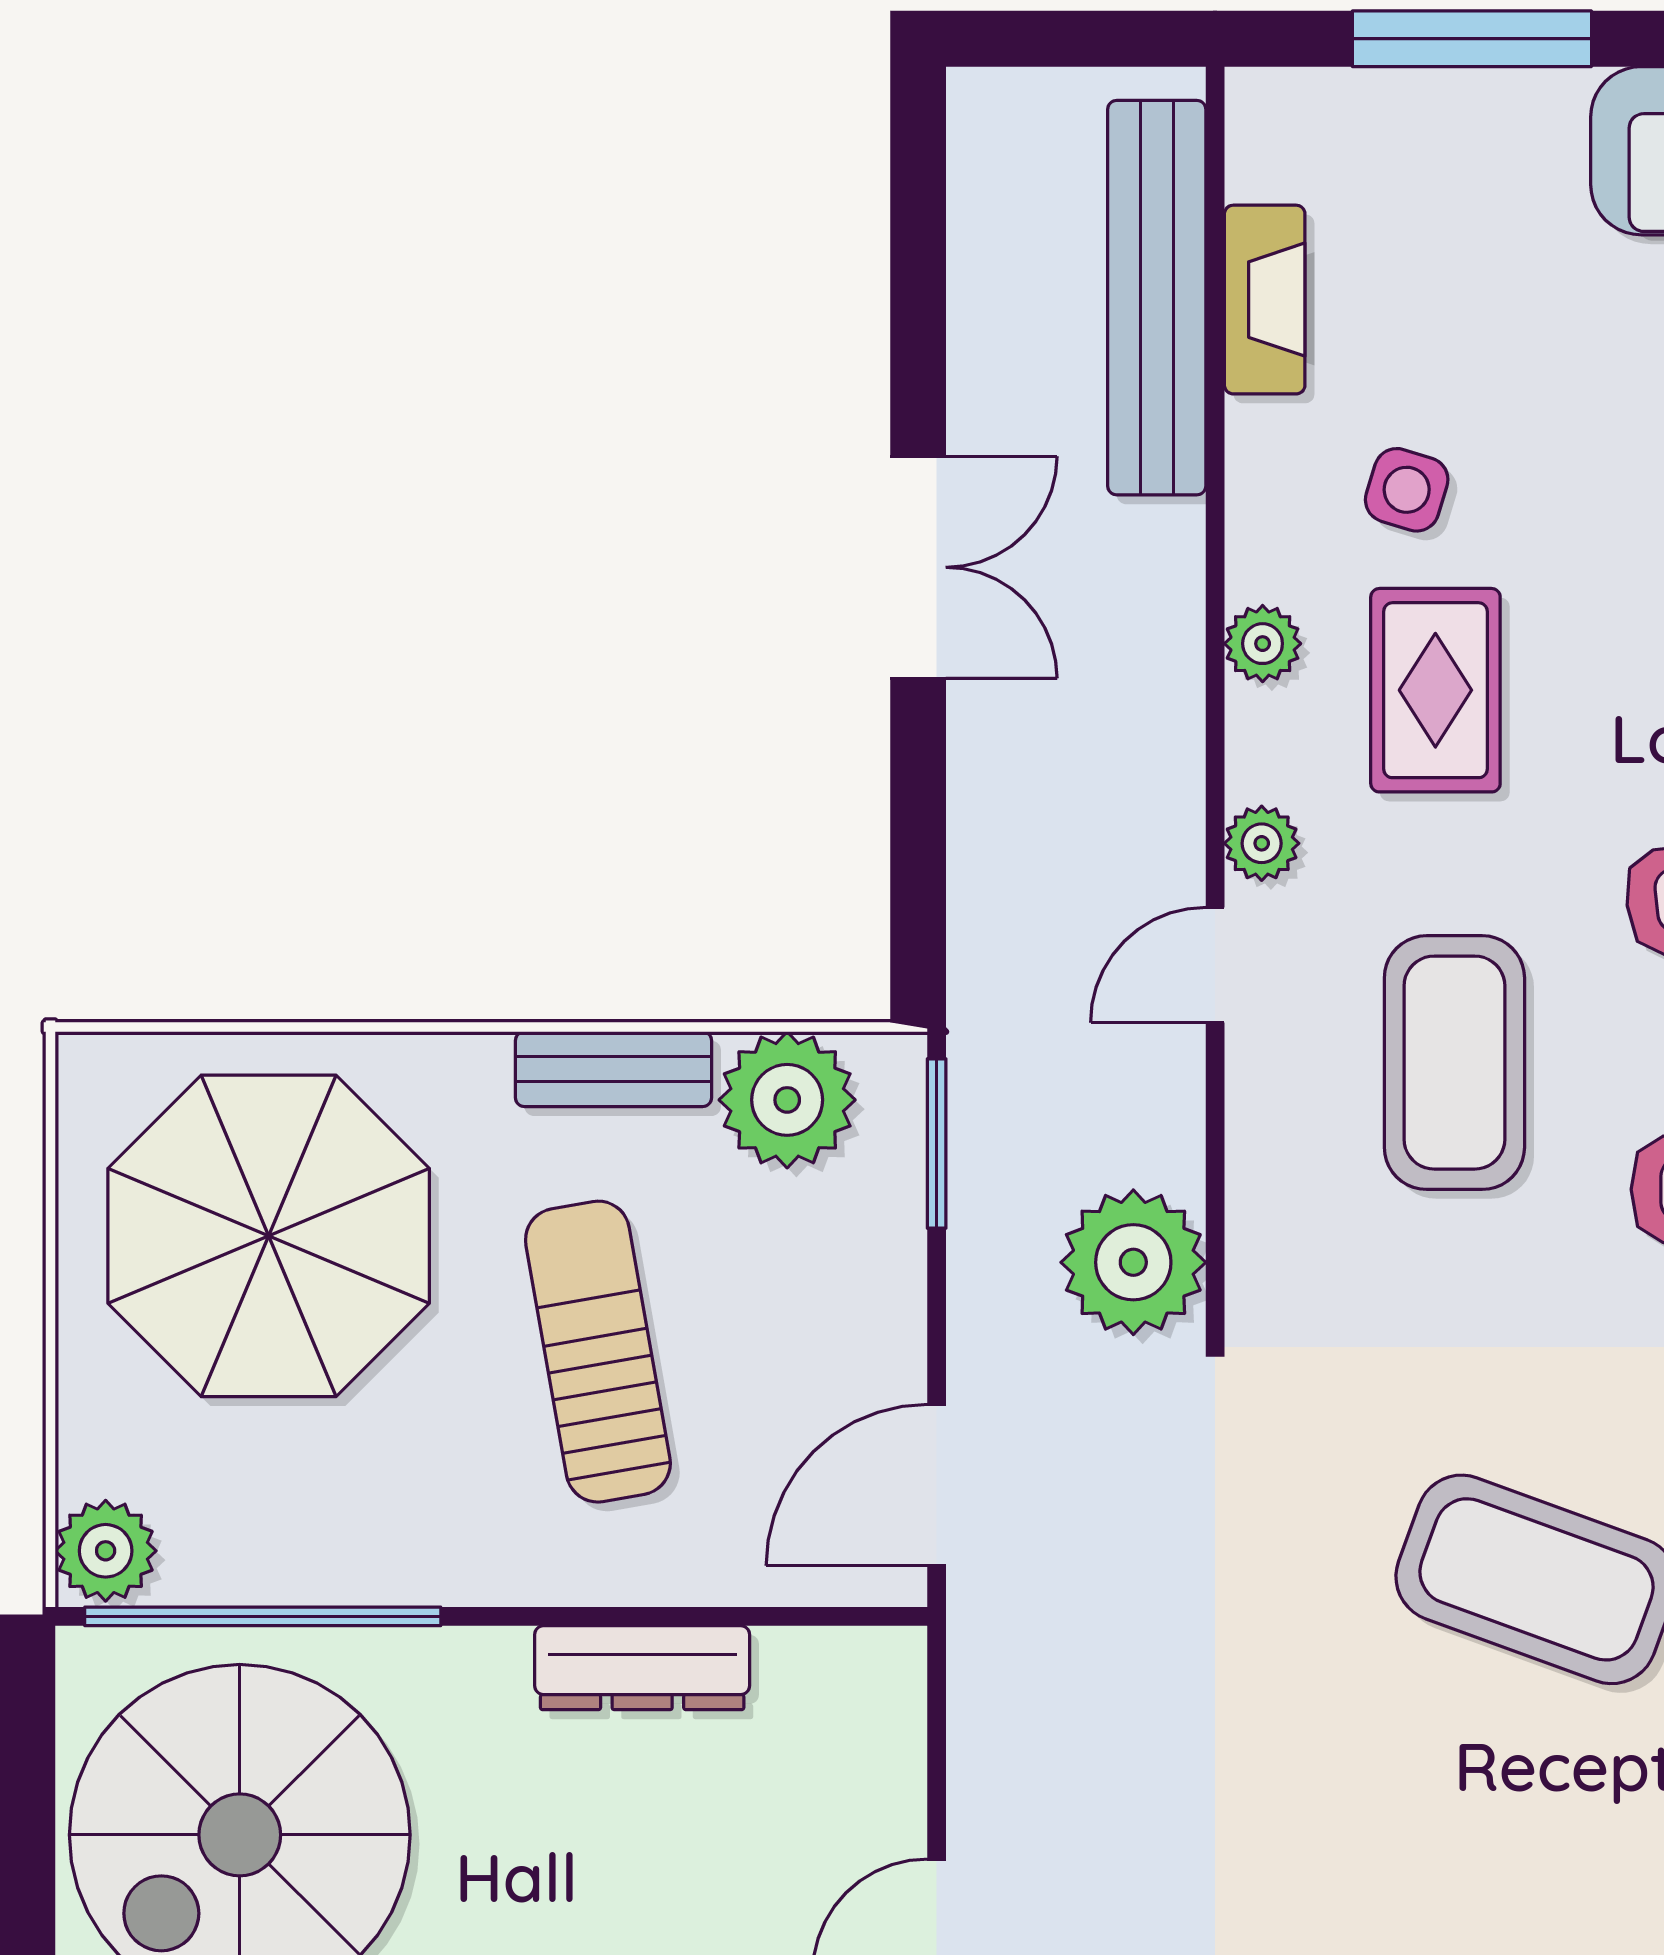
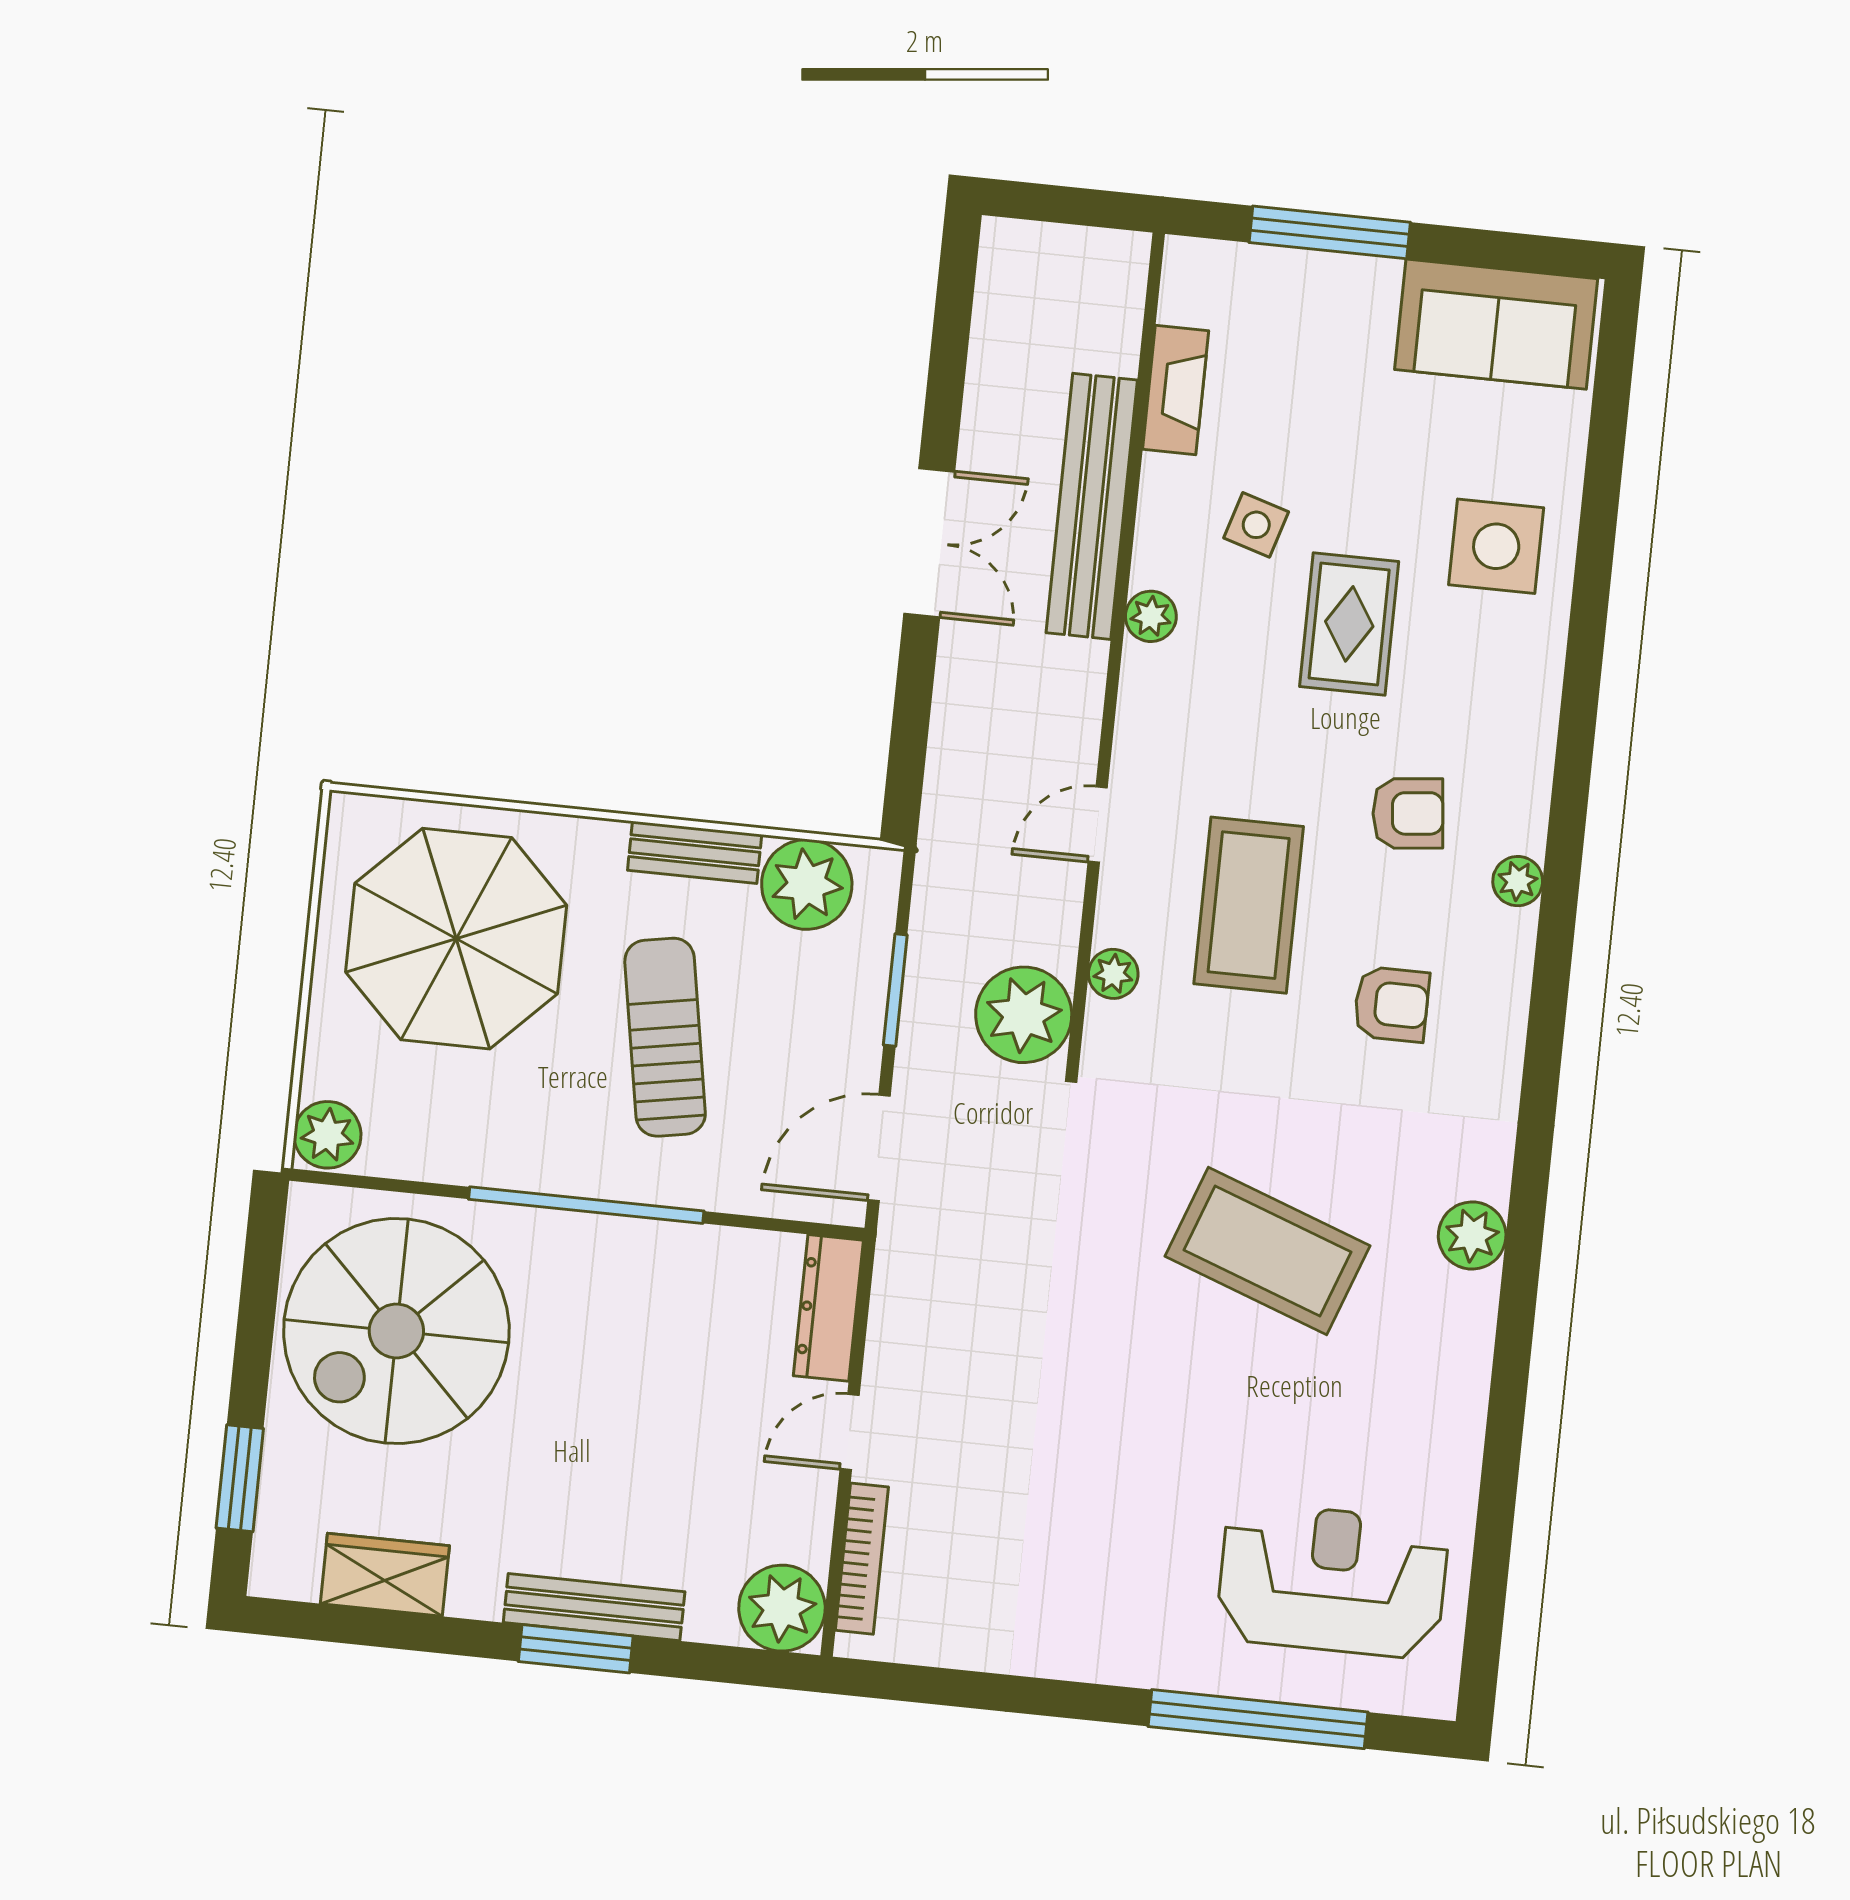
bench: (1157, 298) -> (1092, 506), moved
rug: (1435, 690) -> (1349, 624), moved
plant: (1262, 843) -> (1113, 974), moved
window: (937, 1144) -> (895, 990), moved
window: (263, 1616) -> (586, 1205), moved
dresser: (642, 1668) -> (828, 1308), moved, turned 90

